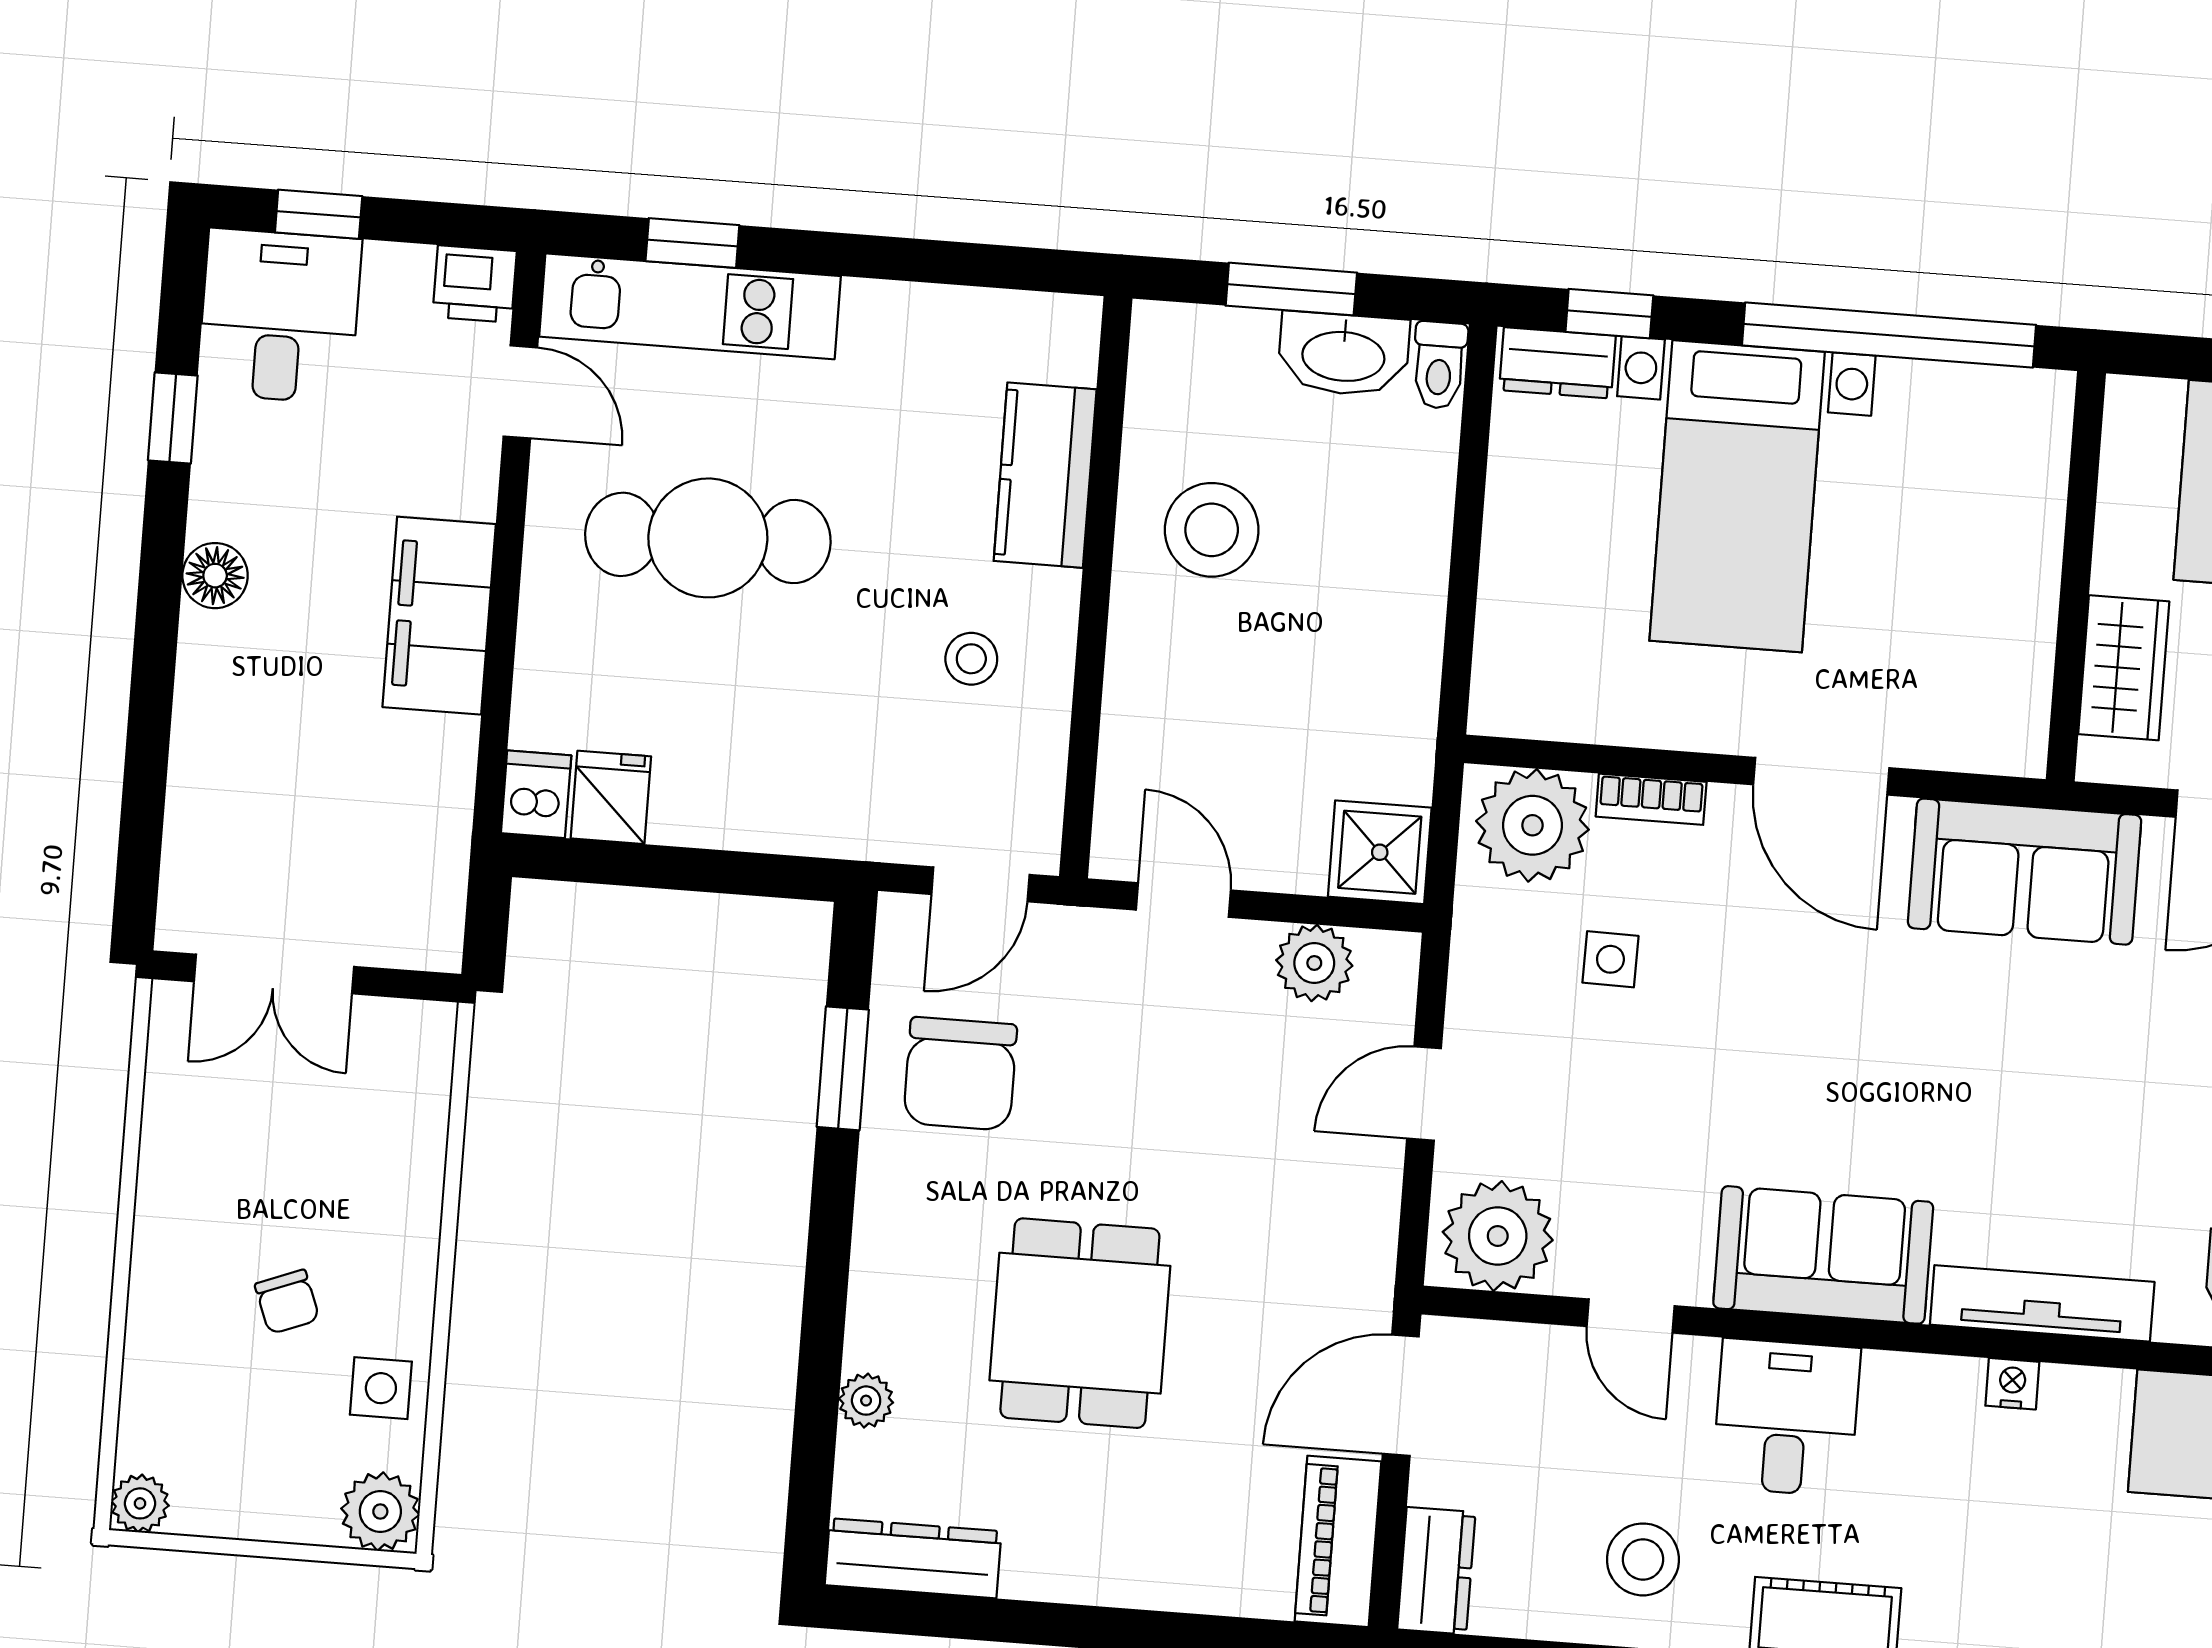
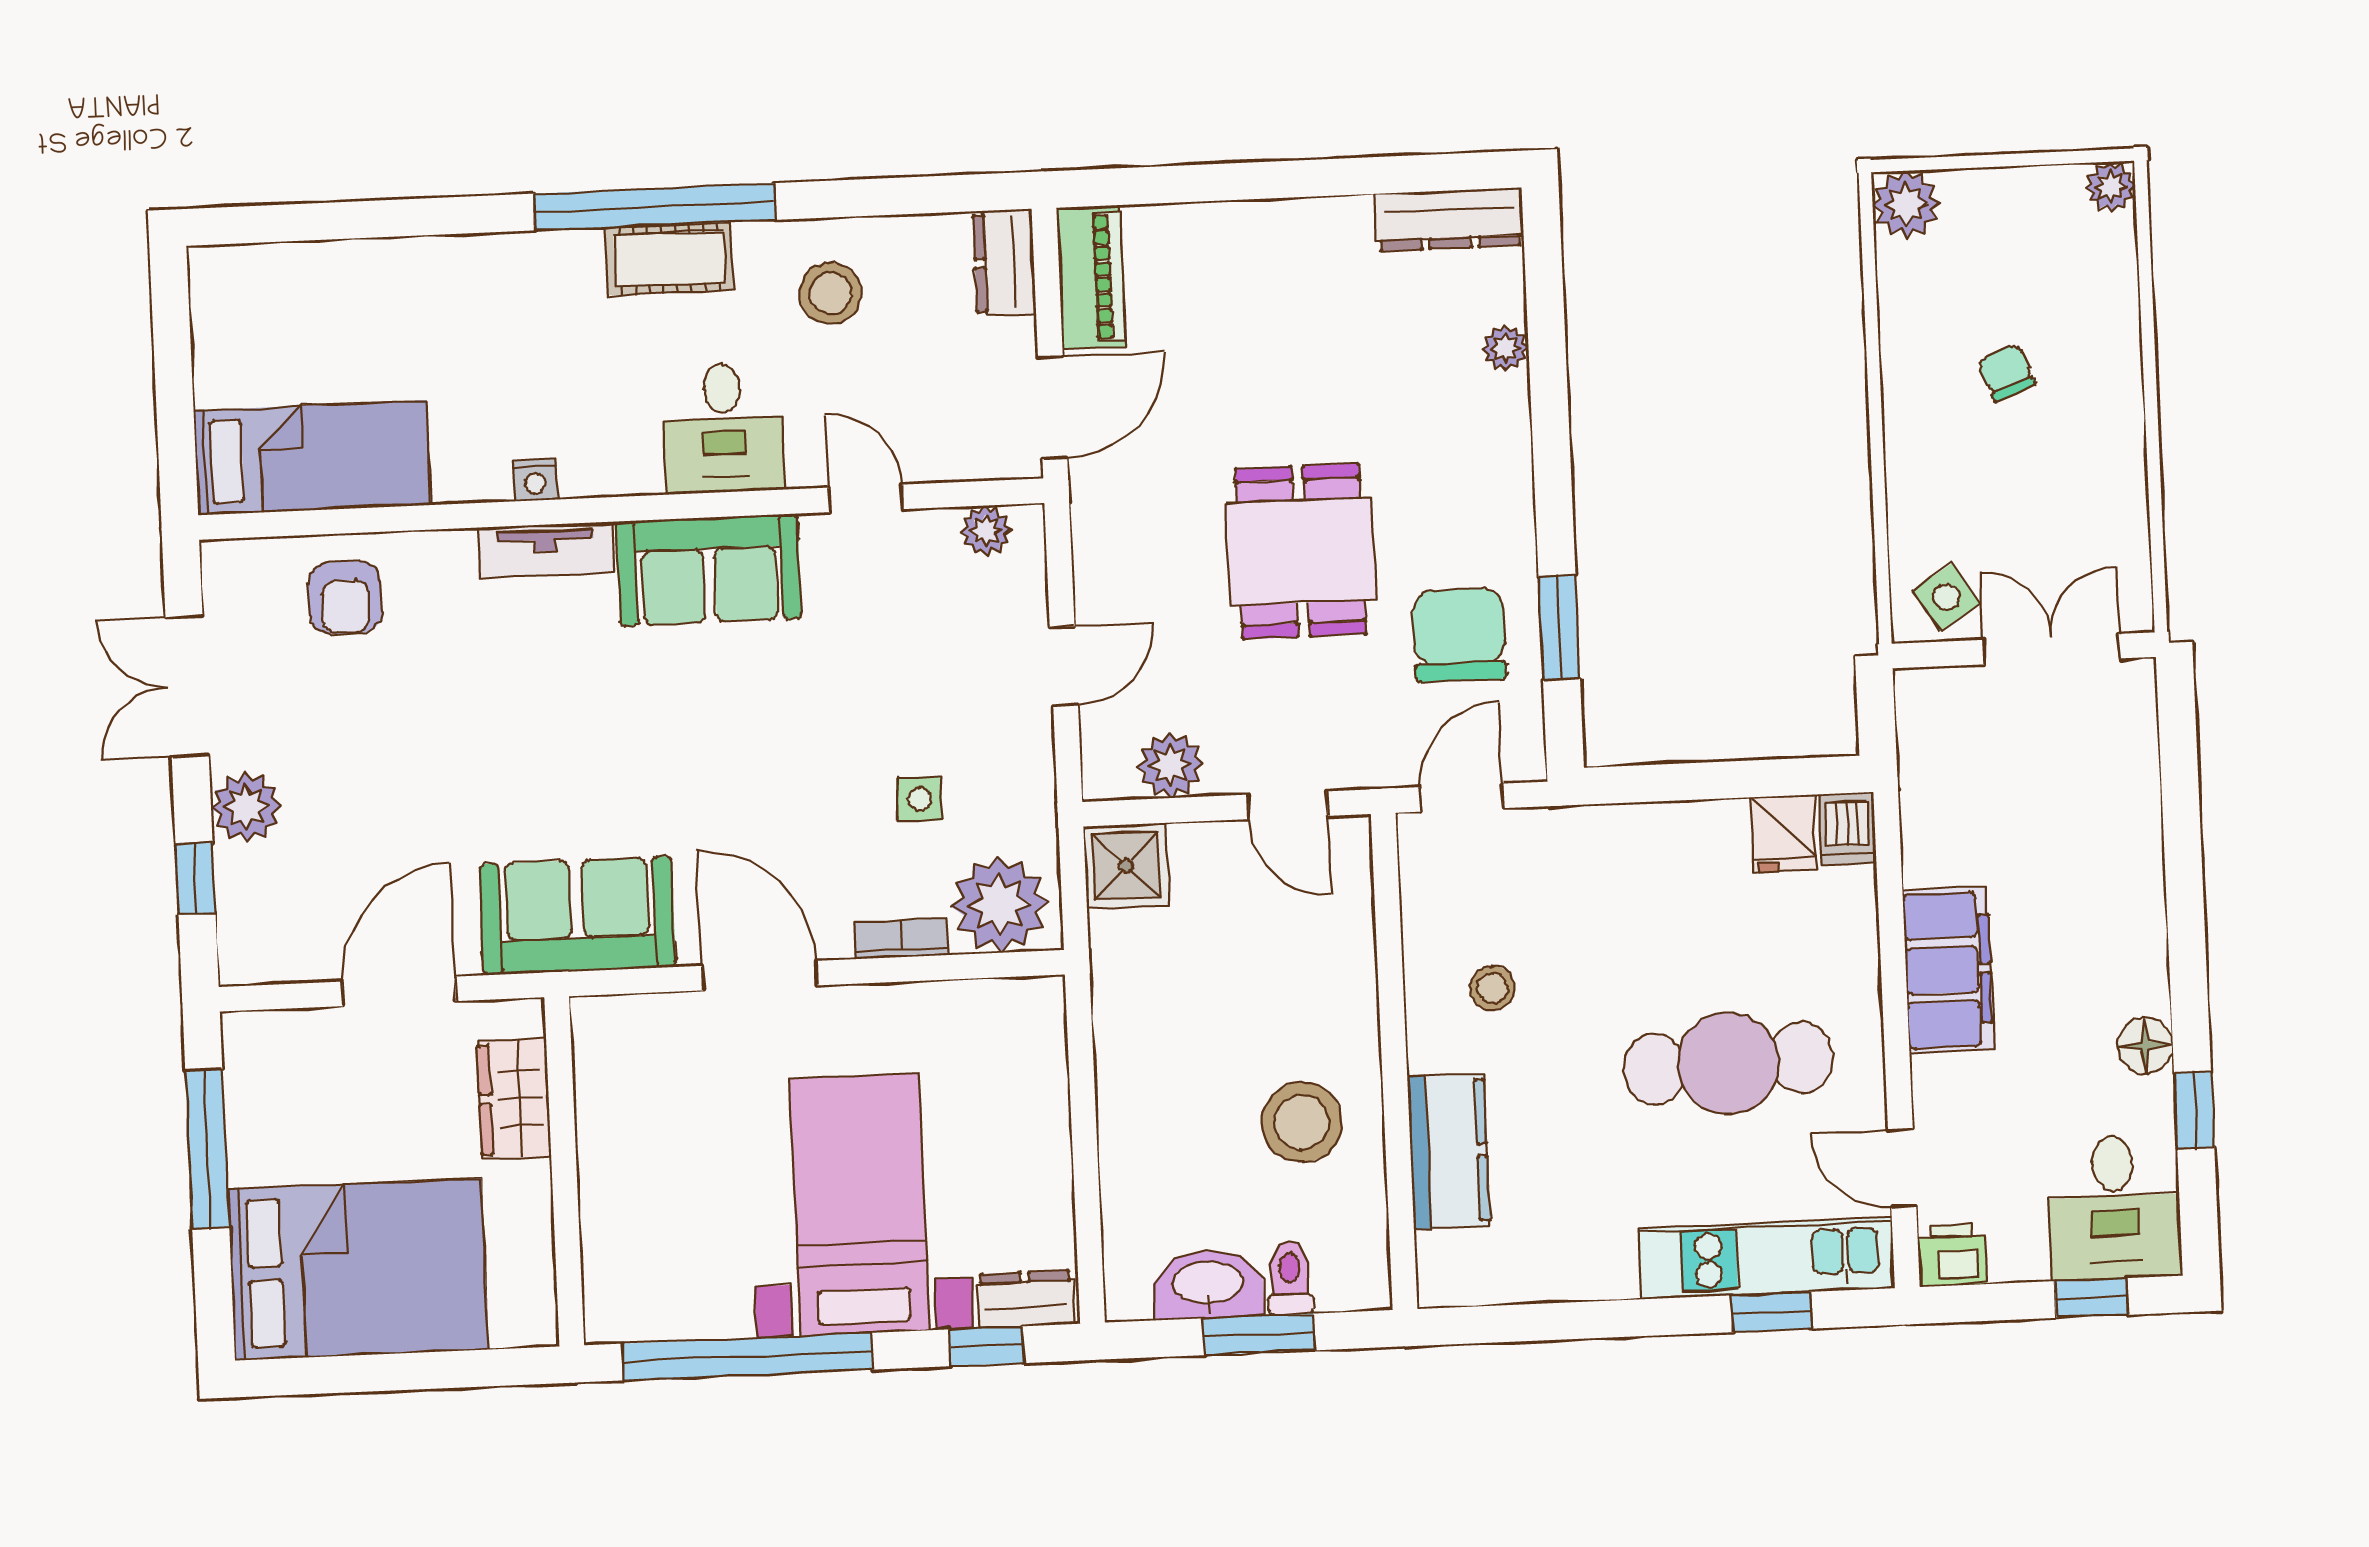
toilet: (1439, 365) -> (1290, 1278), moved
floor lamp: (215, 576) -> (2145, 1046), moved
plant: (1498, 1236) -> (986, 531), width x0.53, depth x0.53
tv unit: (2042, 1303) -> (546, 550), width x0.71
dining table: (1080, 1323) -> (1301, 551), moved
side table: (381, 1388) -> (1946, 597), moved, turned -32

